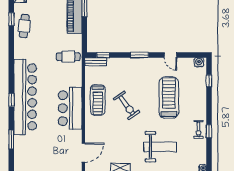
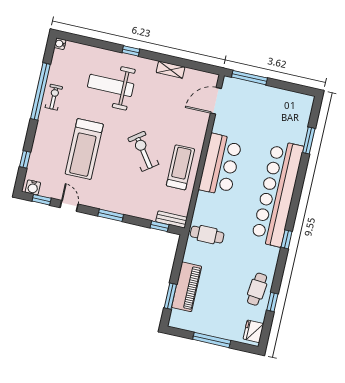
window: (191, 55) -> (42, 200), added
window: (11, 100) -> (287, 239), moved
window: (209, 131) -> (40, 91), width x3.17

